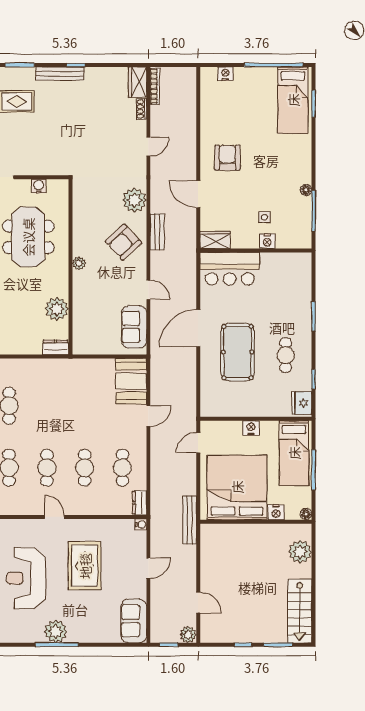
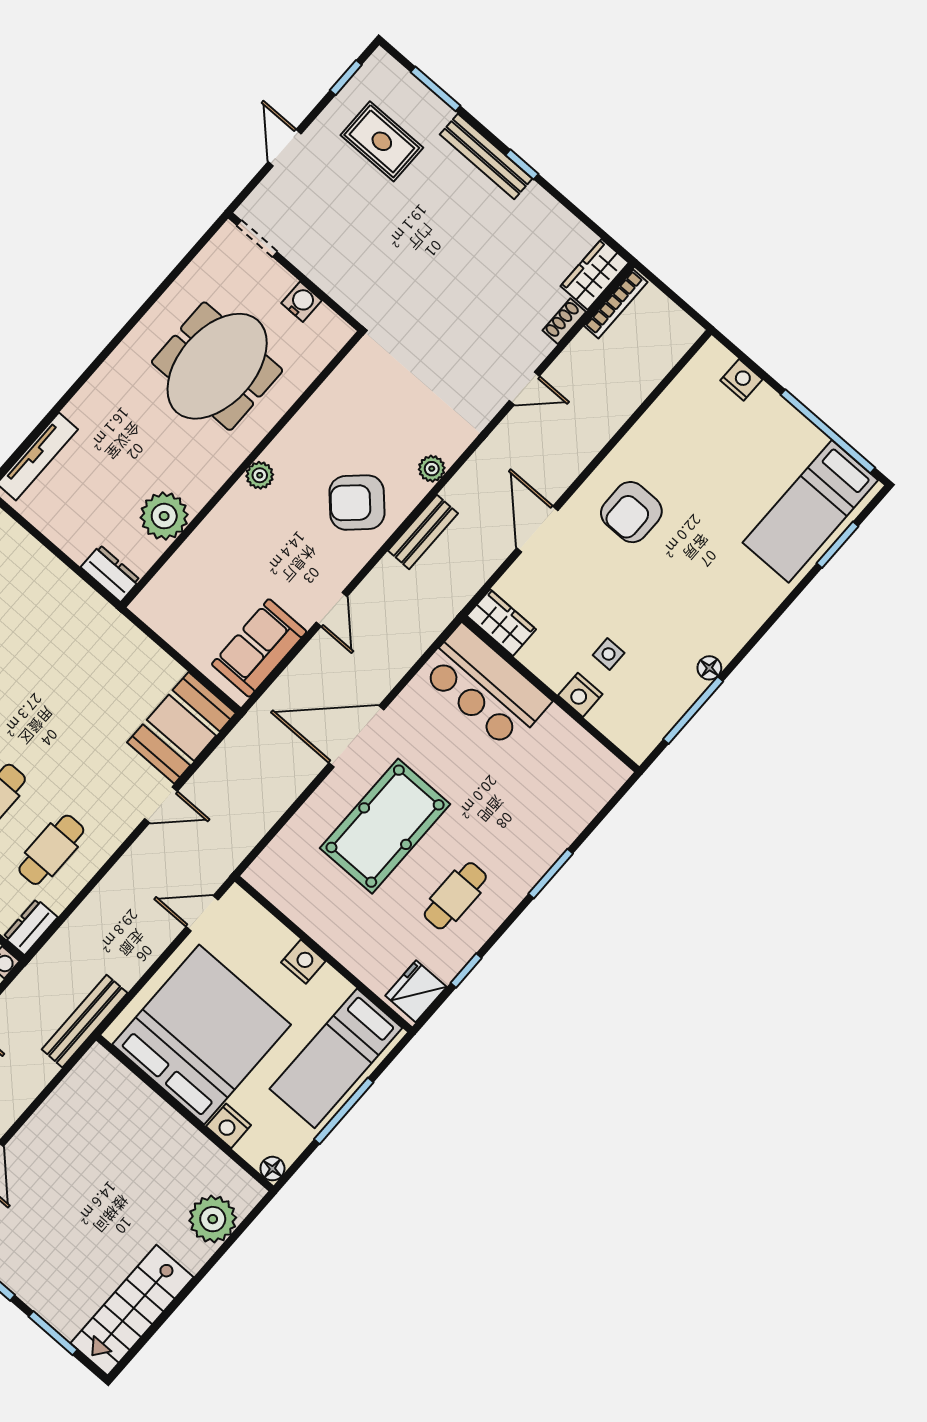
armchair: (227, 158) -> (631, 512), turned 180
plant: (134, 200) -> (432, 469), width x0.53, depth x0.53

